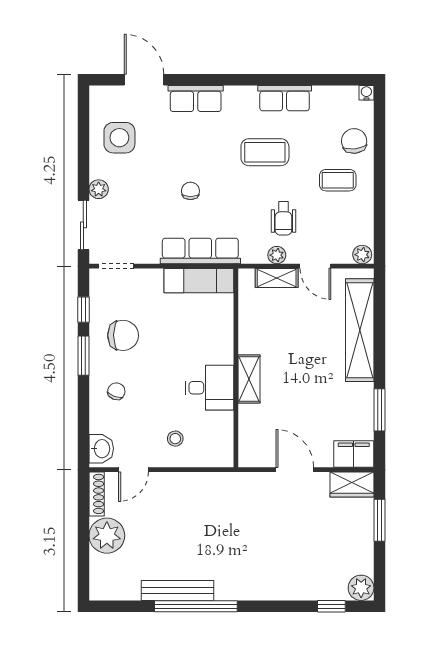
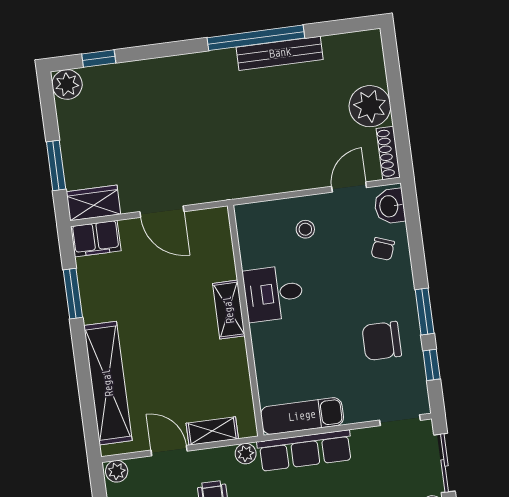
plant: (277, 255) -> (246, 454), moved
chair: (116, 391) -> (383, 249), moved

